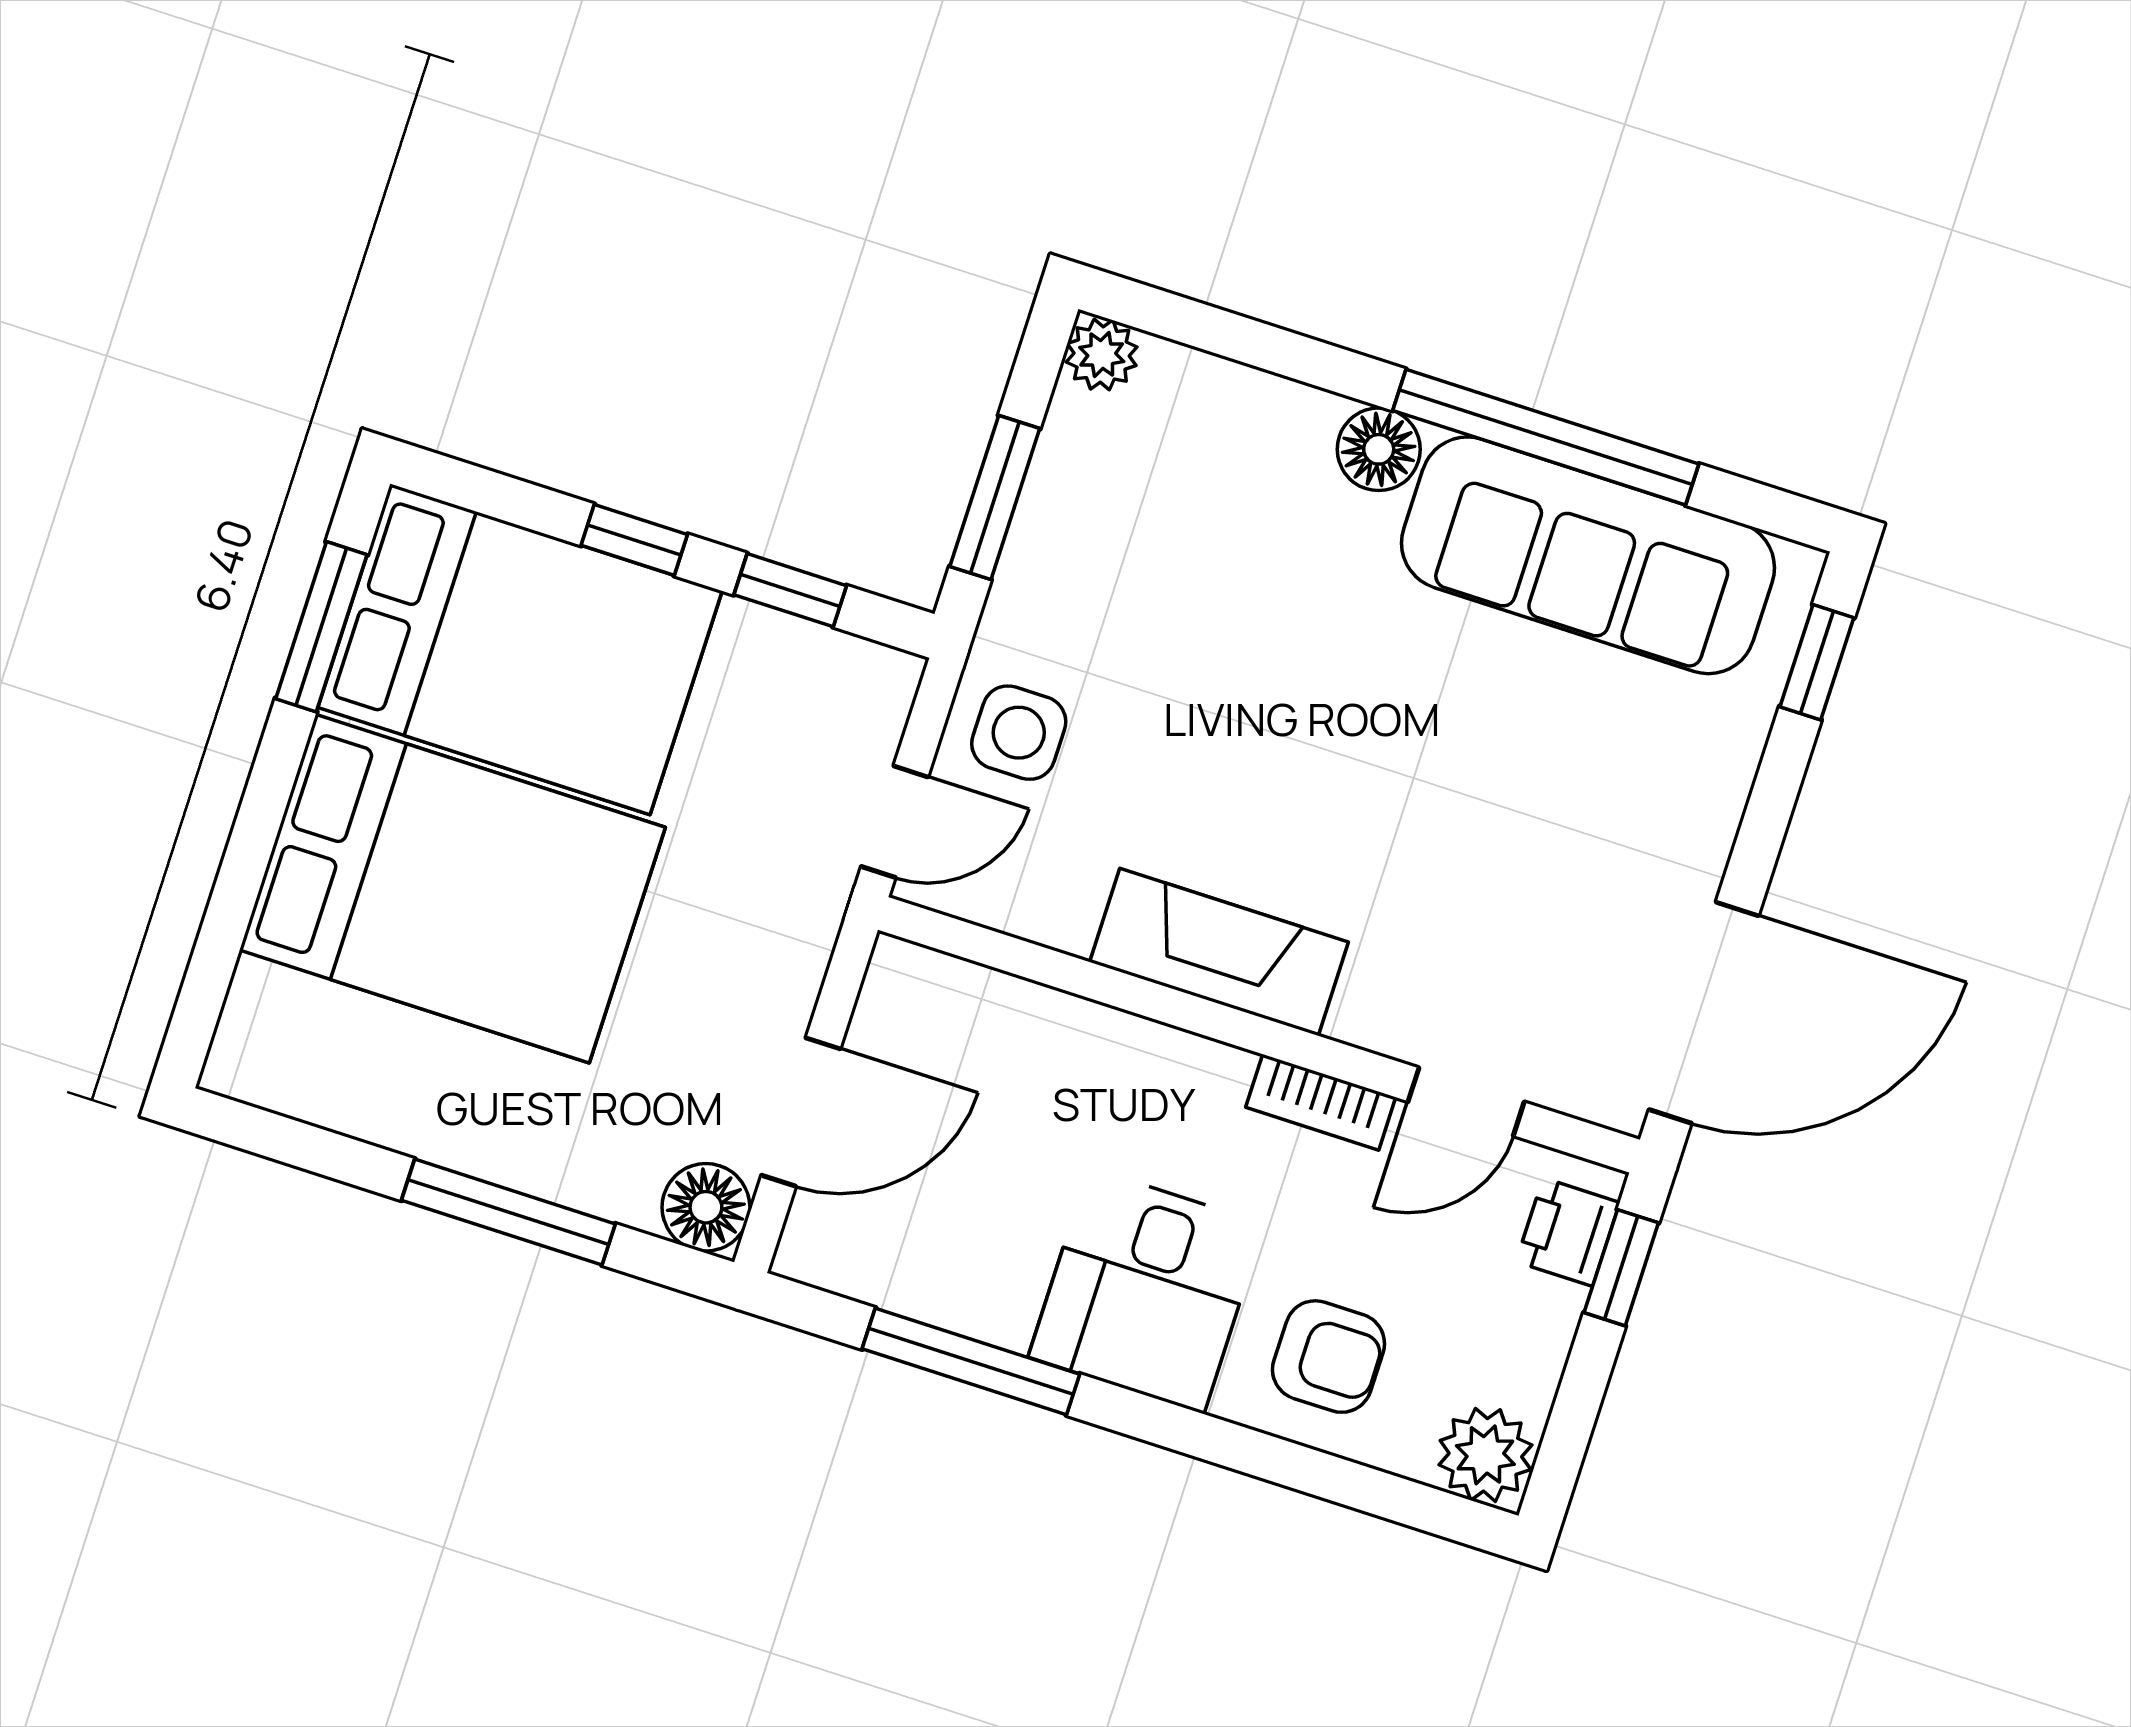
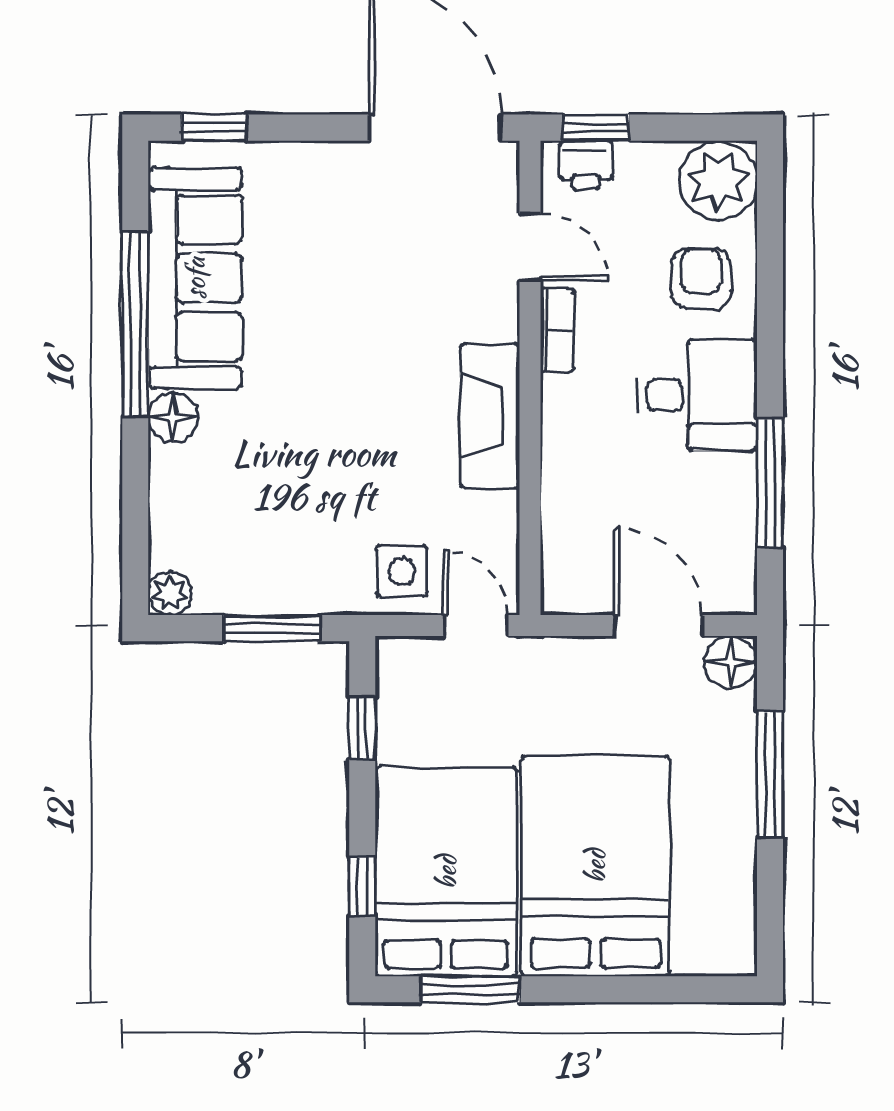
window: (634, 540) -> (362, 886), moved
plant: (1485, 1455) -> (718, 181), width x1.36, depth x1.36

